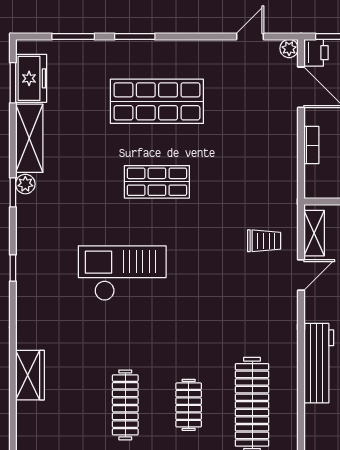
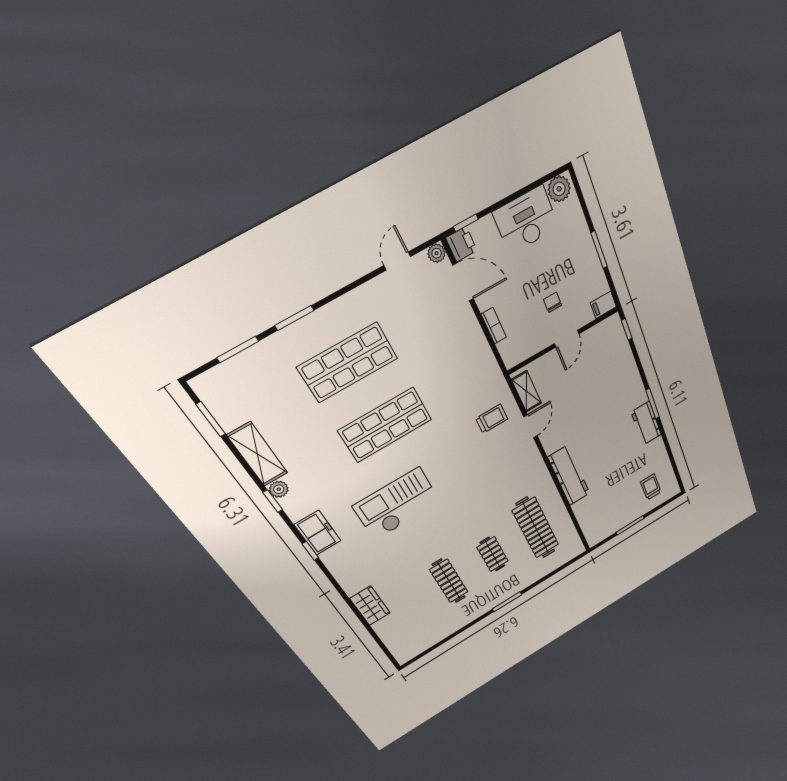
freezer: (31, 78) -> (318, 533), moved
shop shelf: (157, 182) -> (385, 425), width x1.43, depth x1.36

